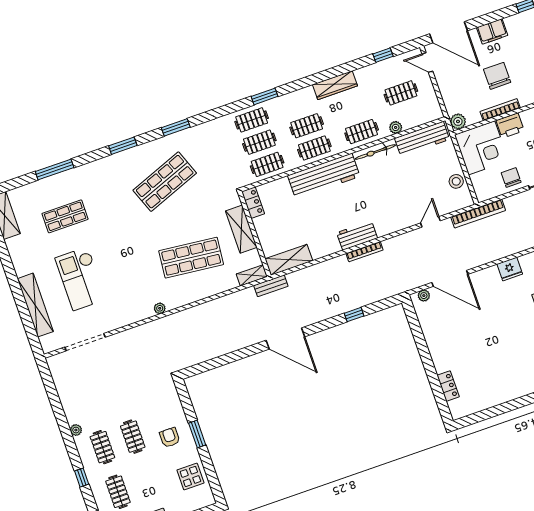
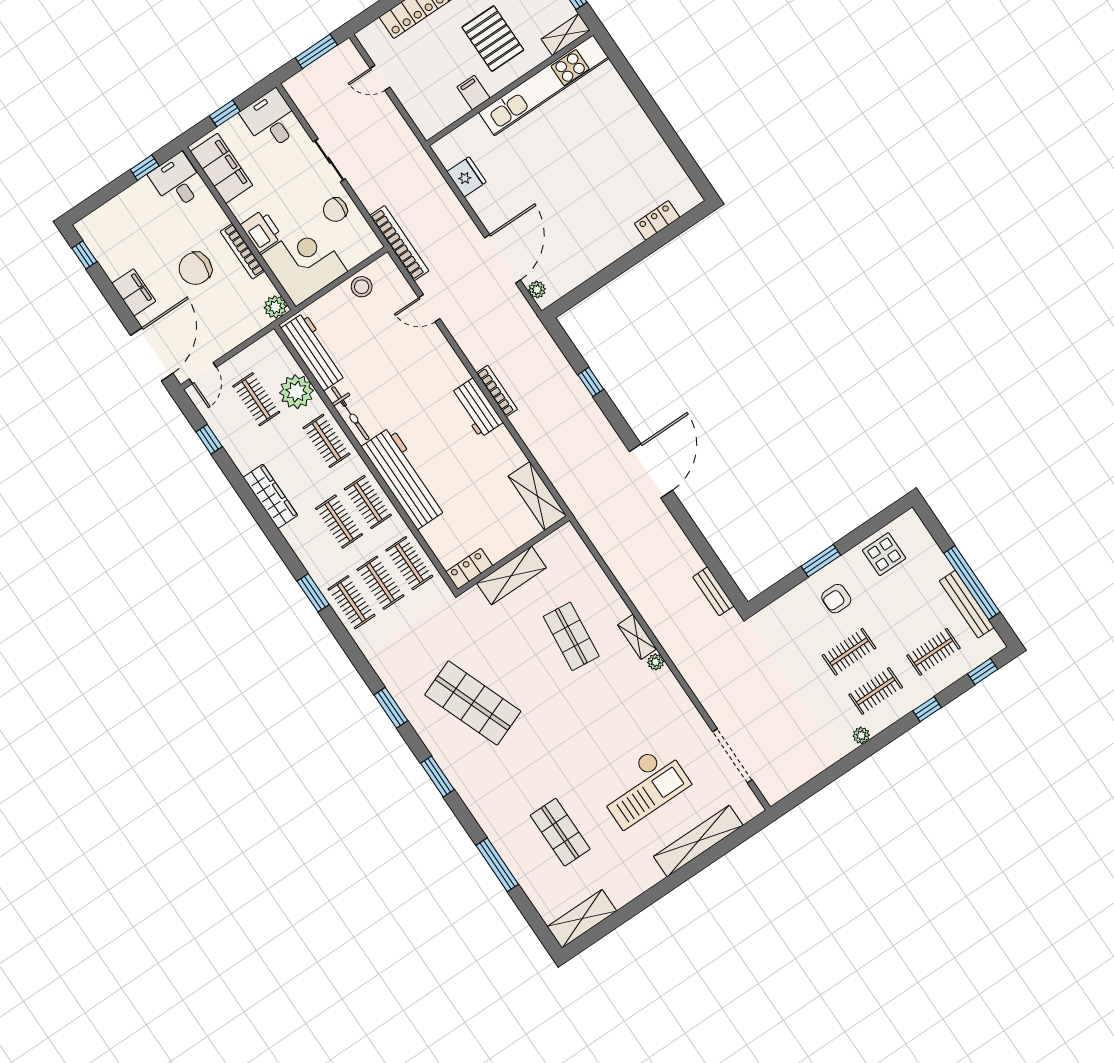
plant: (396, 127) -> (296, 392), width x1.87, depth x1.87
shop shelf: (191, 258) -> (571, 636), width x0.70, depth x0.74
shelving: (252, 275) -> (637, 637), moved
bench: (271, 286) -> (713, 591), moved

